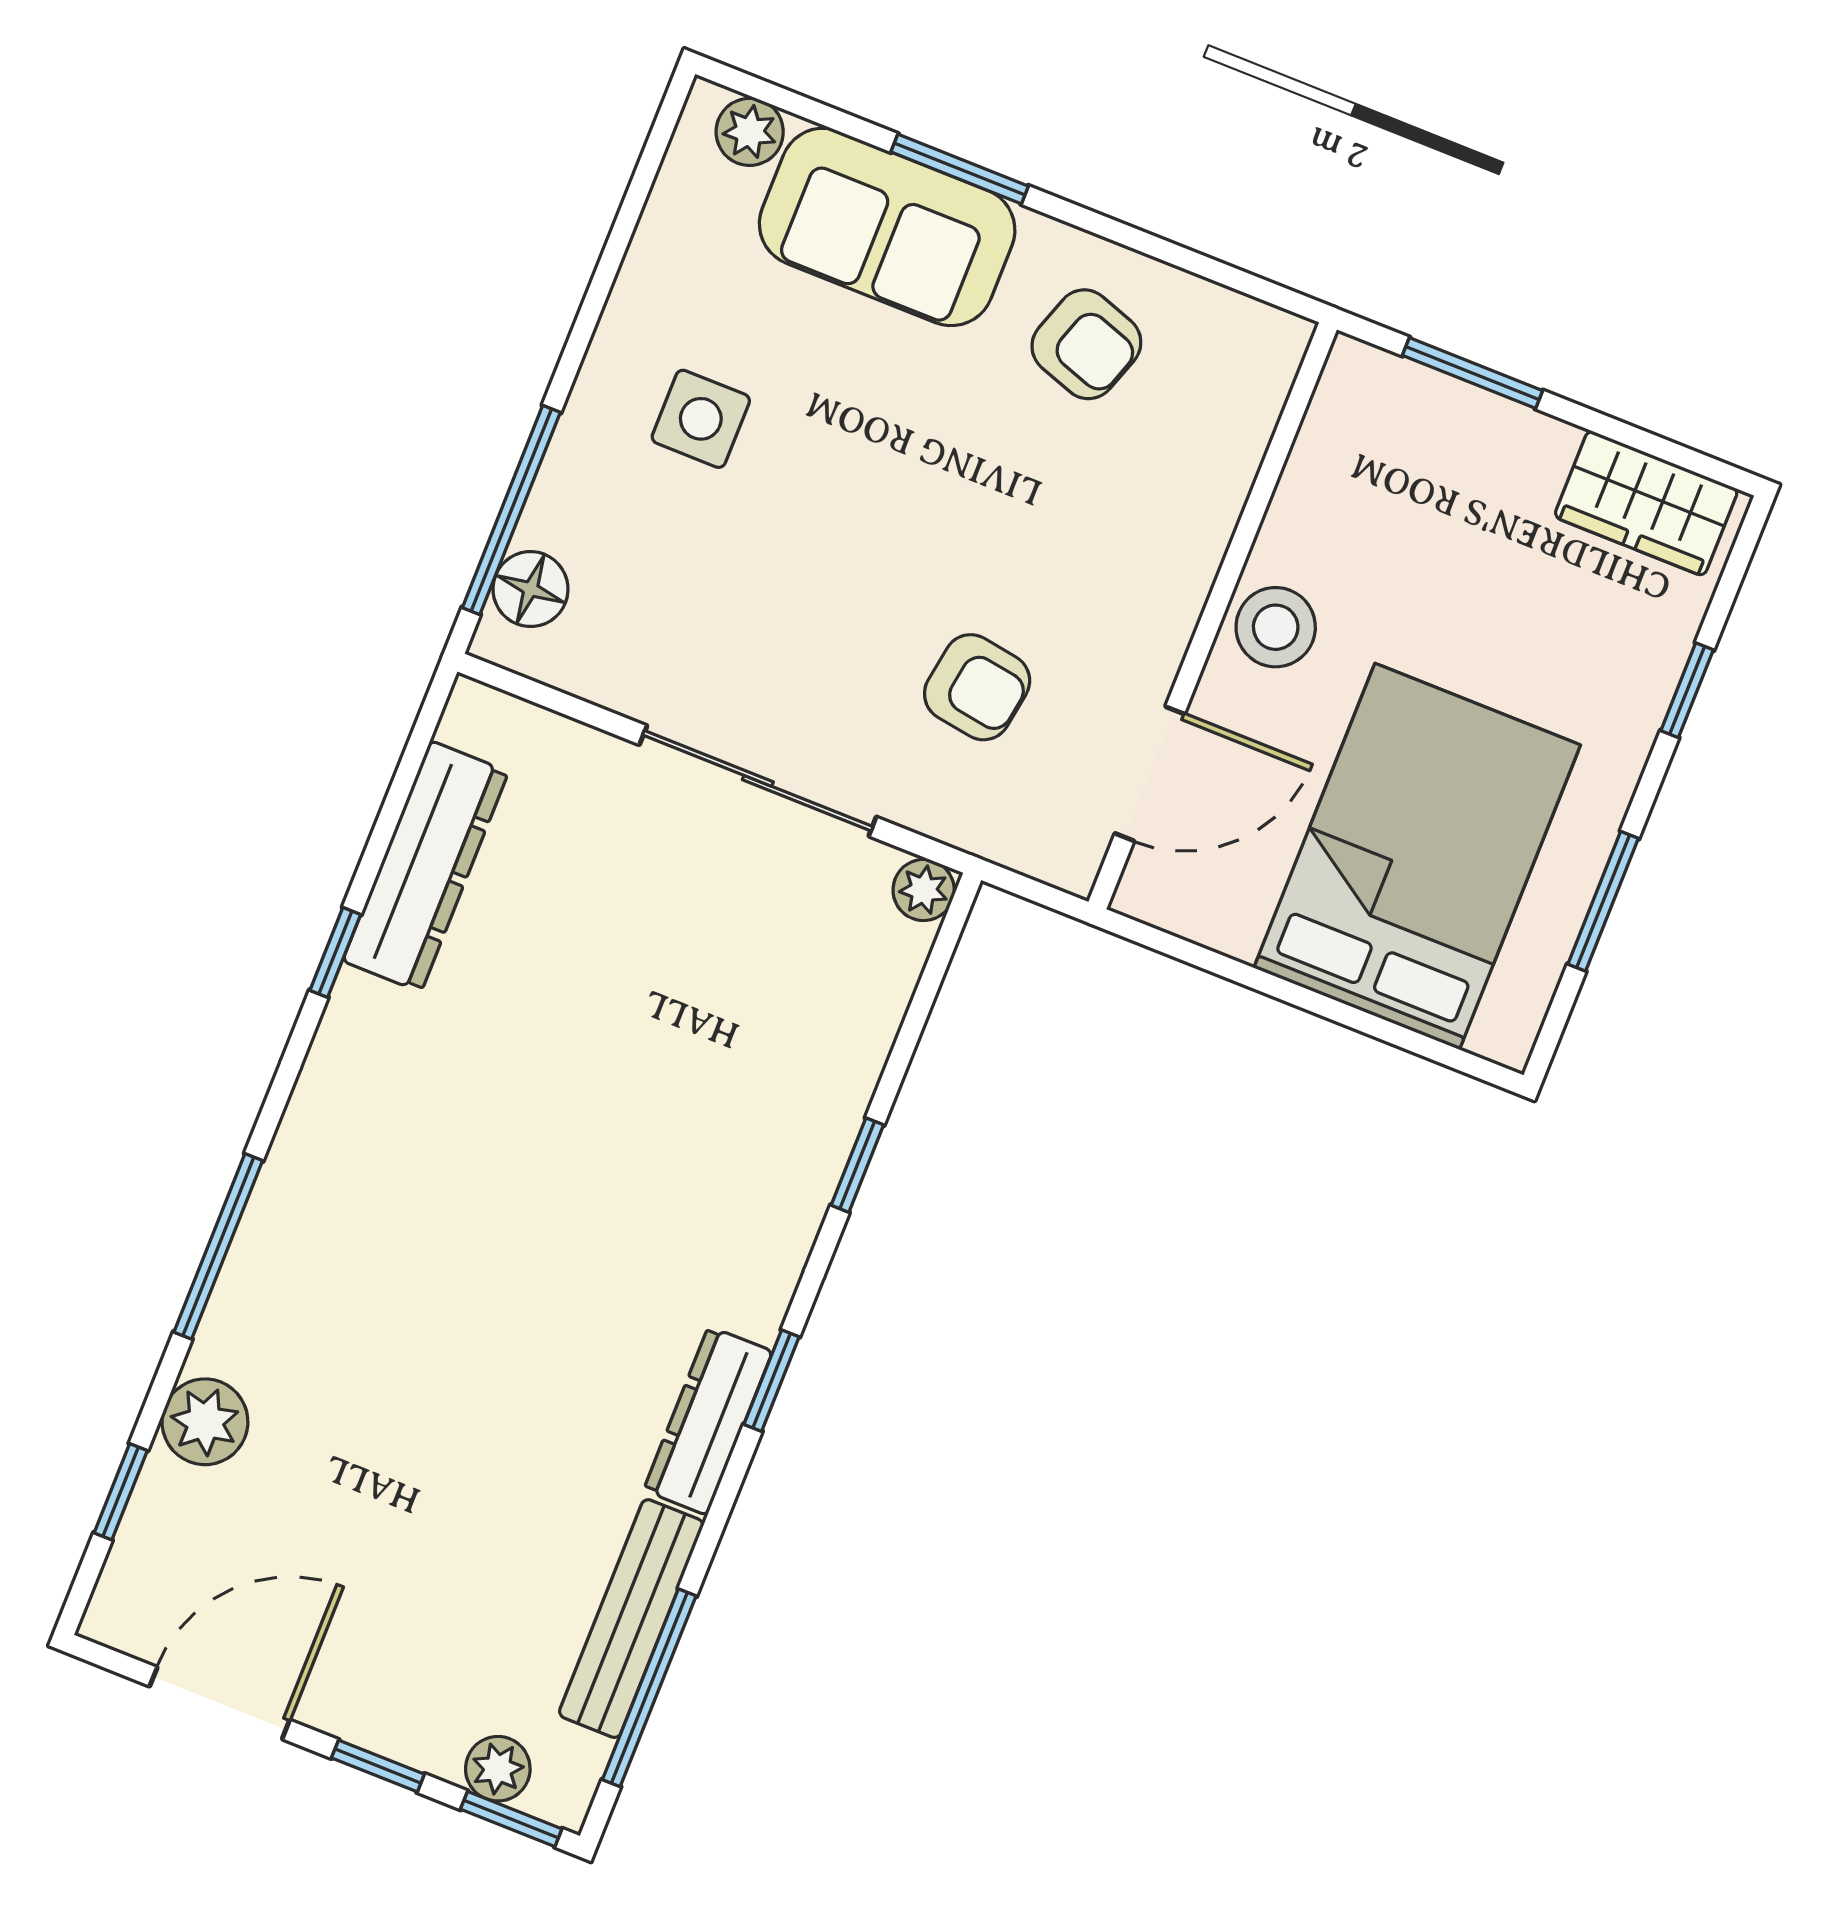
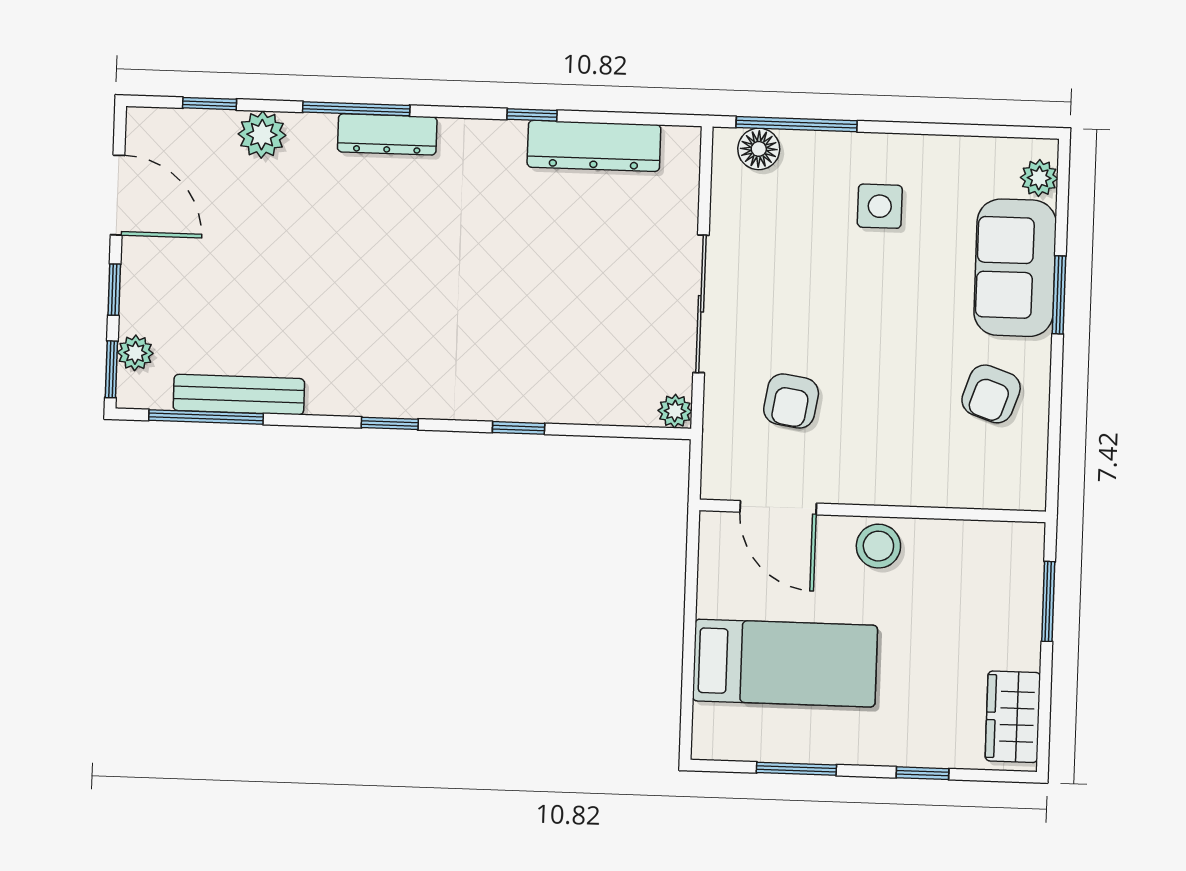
bed: (1417, 856) -> (785, 663), width x0.67
dresser: (708, 1421) -> (387, 134), moved, turned 180

